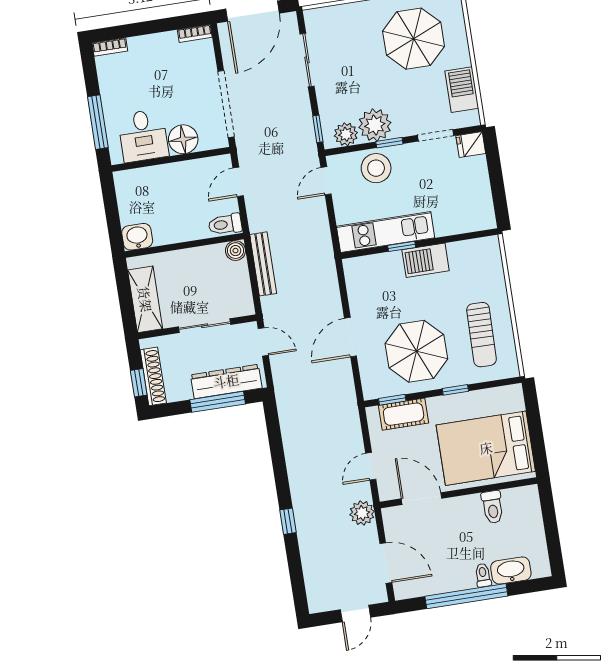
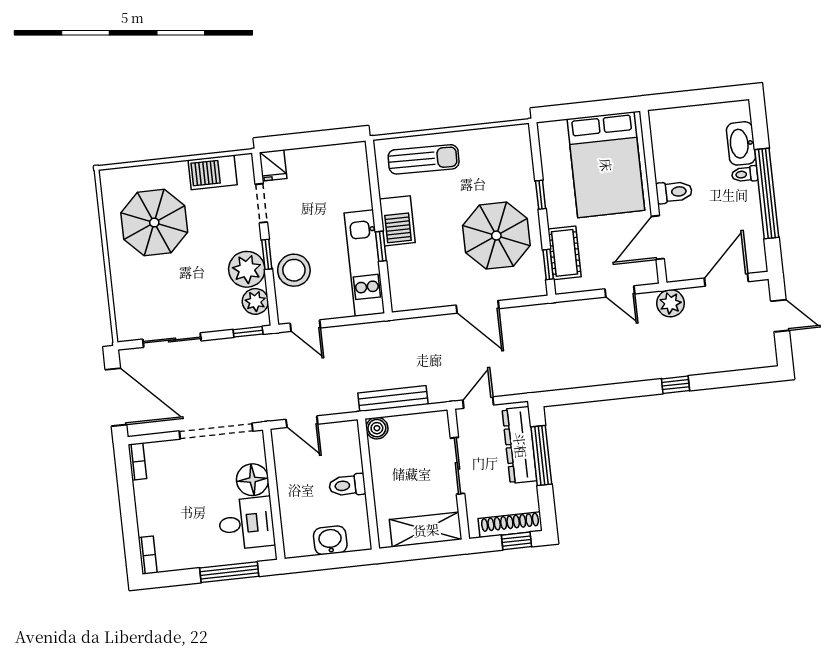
toilet: (225, 224) -> (347, 485), moved, turned 90
washbasin: (137, 237) -> (330, 540), moved, turned 90
sun lounger: (482, 335) -> (424, 159), moved
toilet: (493, 507) -> (674, 192), moved

